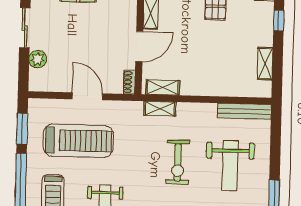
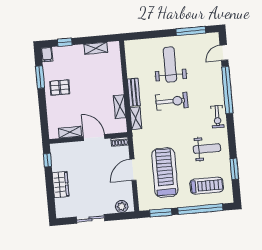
plant: (38, 59) -> (122, 206), moved
shelving: (163, 87) -> (120, 107), moved
bench: (244, 111) -> (134, 92), moved, width x0.73
weight bench: (230, 166) -> (170, 64), turned -90

